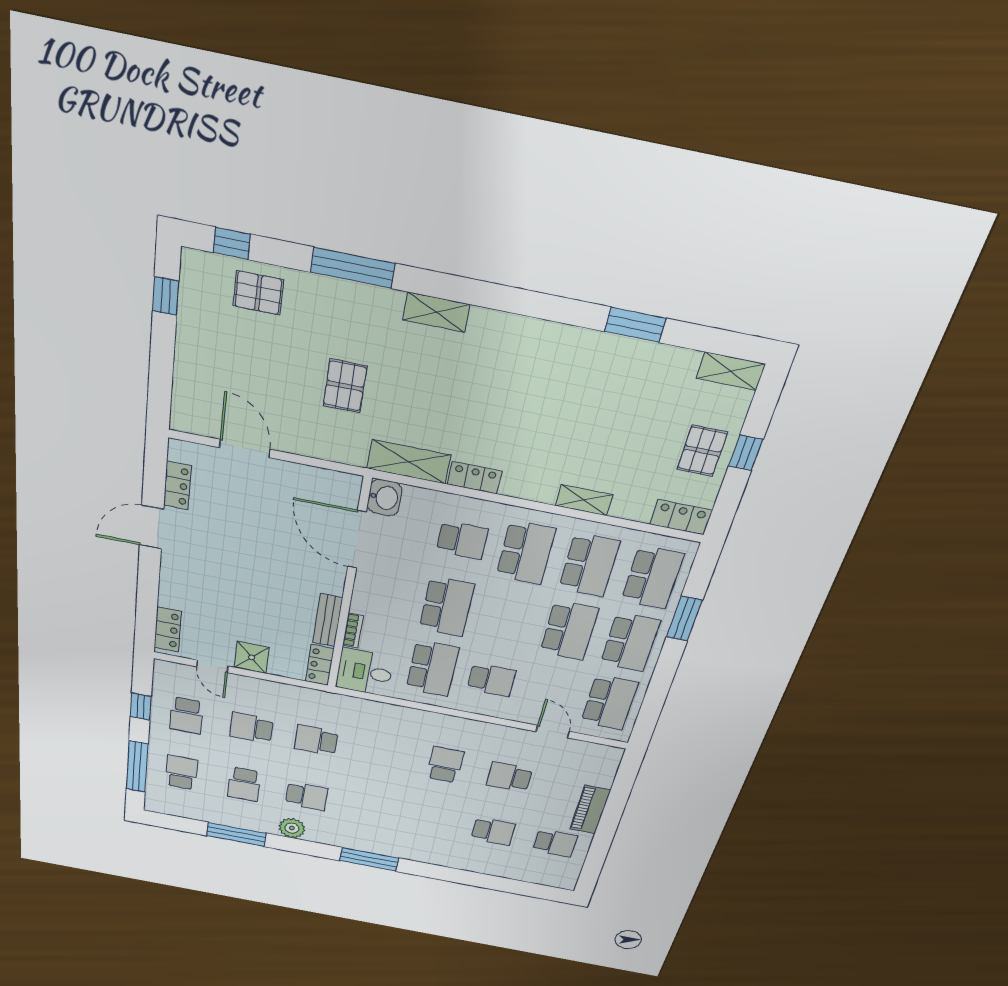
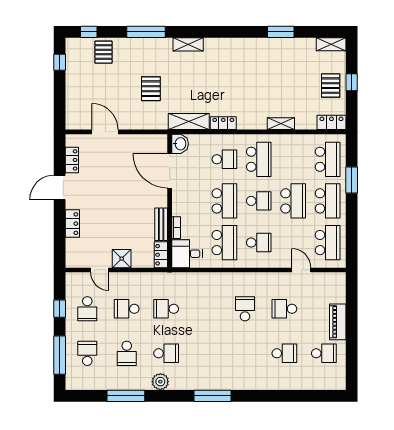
pallet: (258, 293) -> (104, 52), turned 90
school desk: (589, 565) -> (259, 201), moved, width x0.54
locker: (168, 629) -> (72, 224), moved

